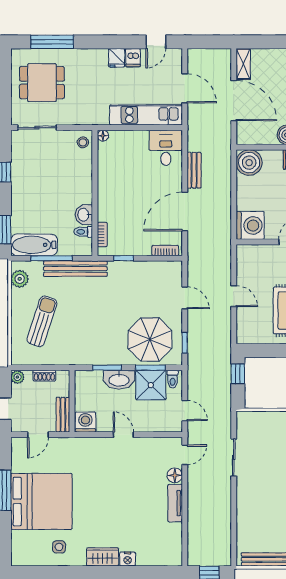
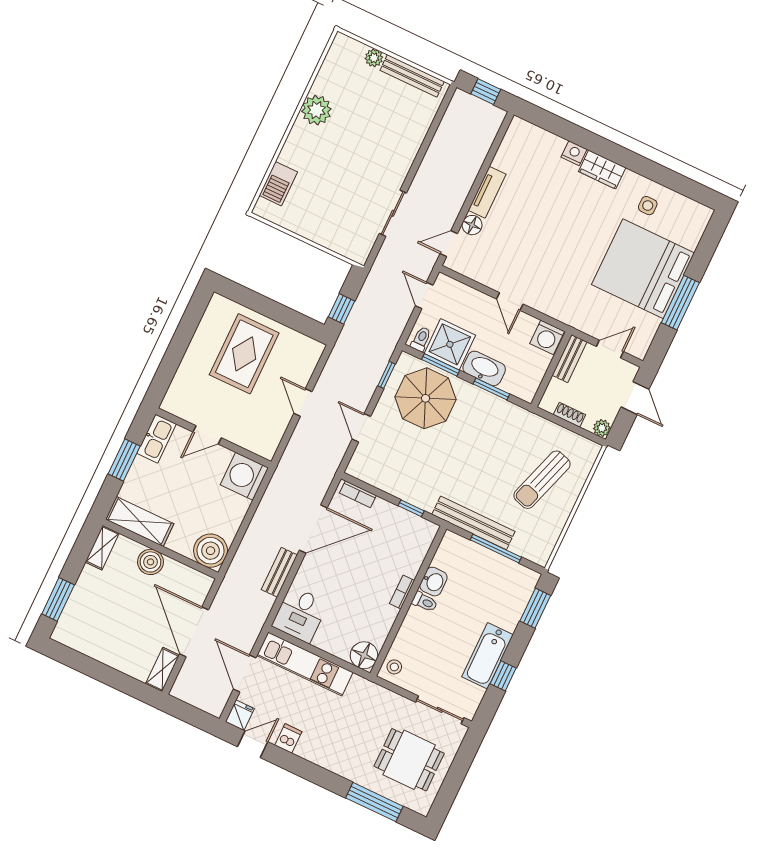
fridge: (117, 58) -> (240, 715), moved
floor lamp: (103, 136) -> (364, 655), width x1.89, depth x1.89
toilet: (83, 232) -> (425, 602), moved
bookcase: (102, 235) -> (402, 592), moved
bathtub: (34, 245) -> (488, 656), moved, turned 90
plant: (20, 279) -> (545, 542), removed

